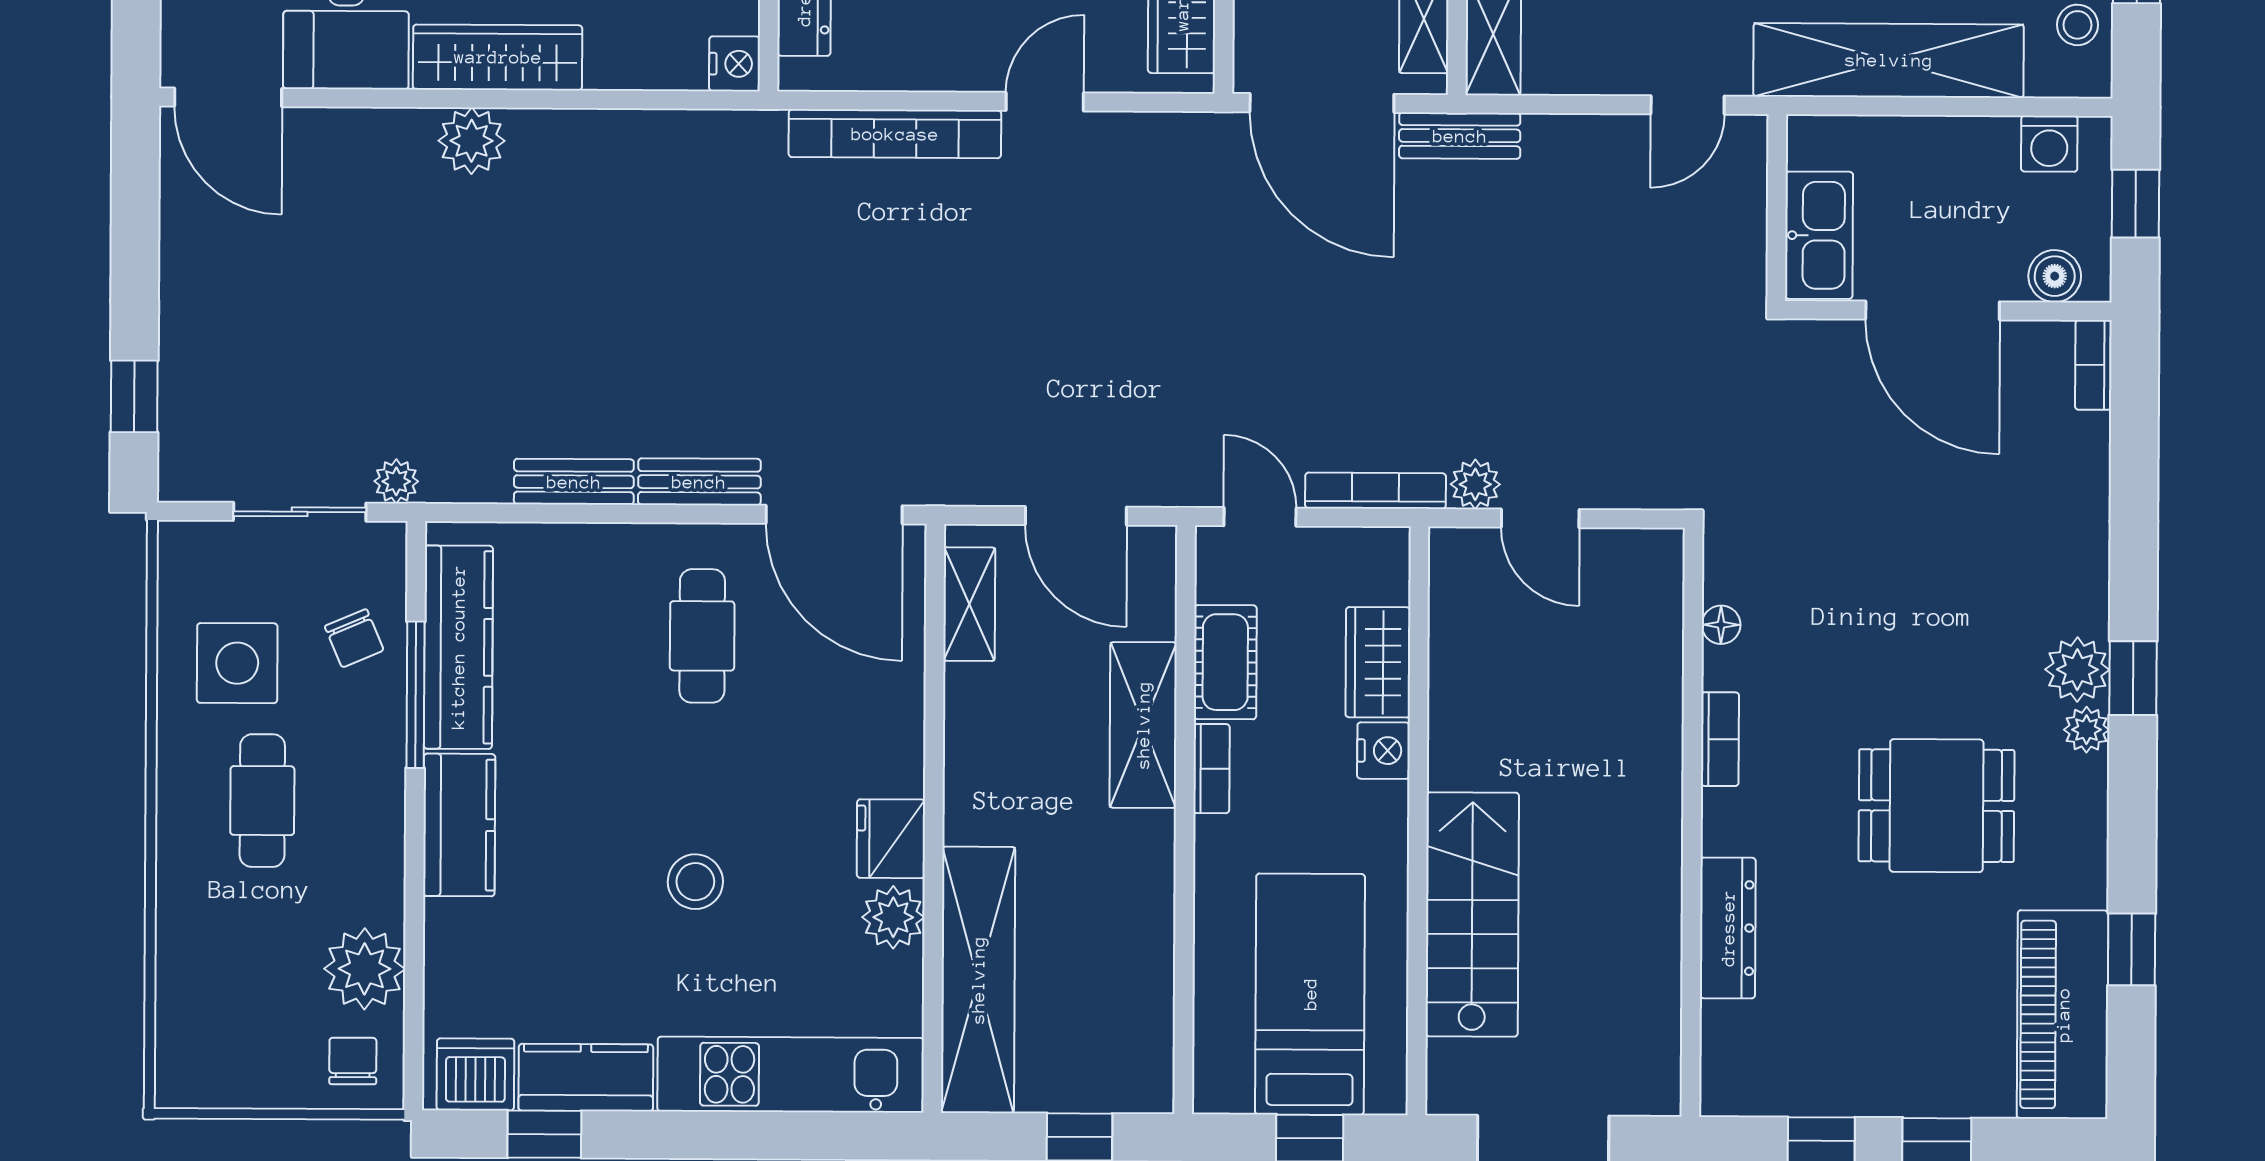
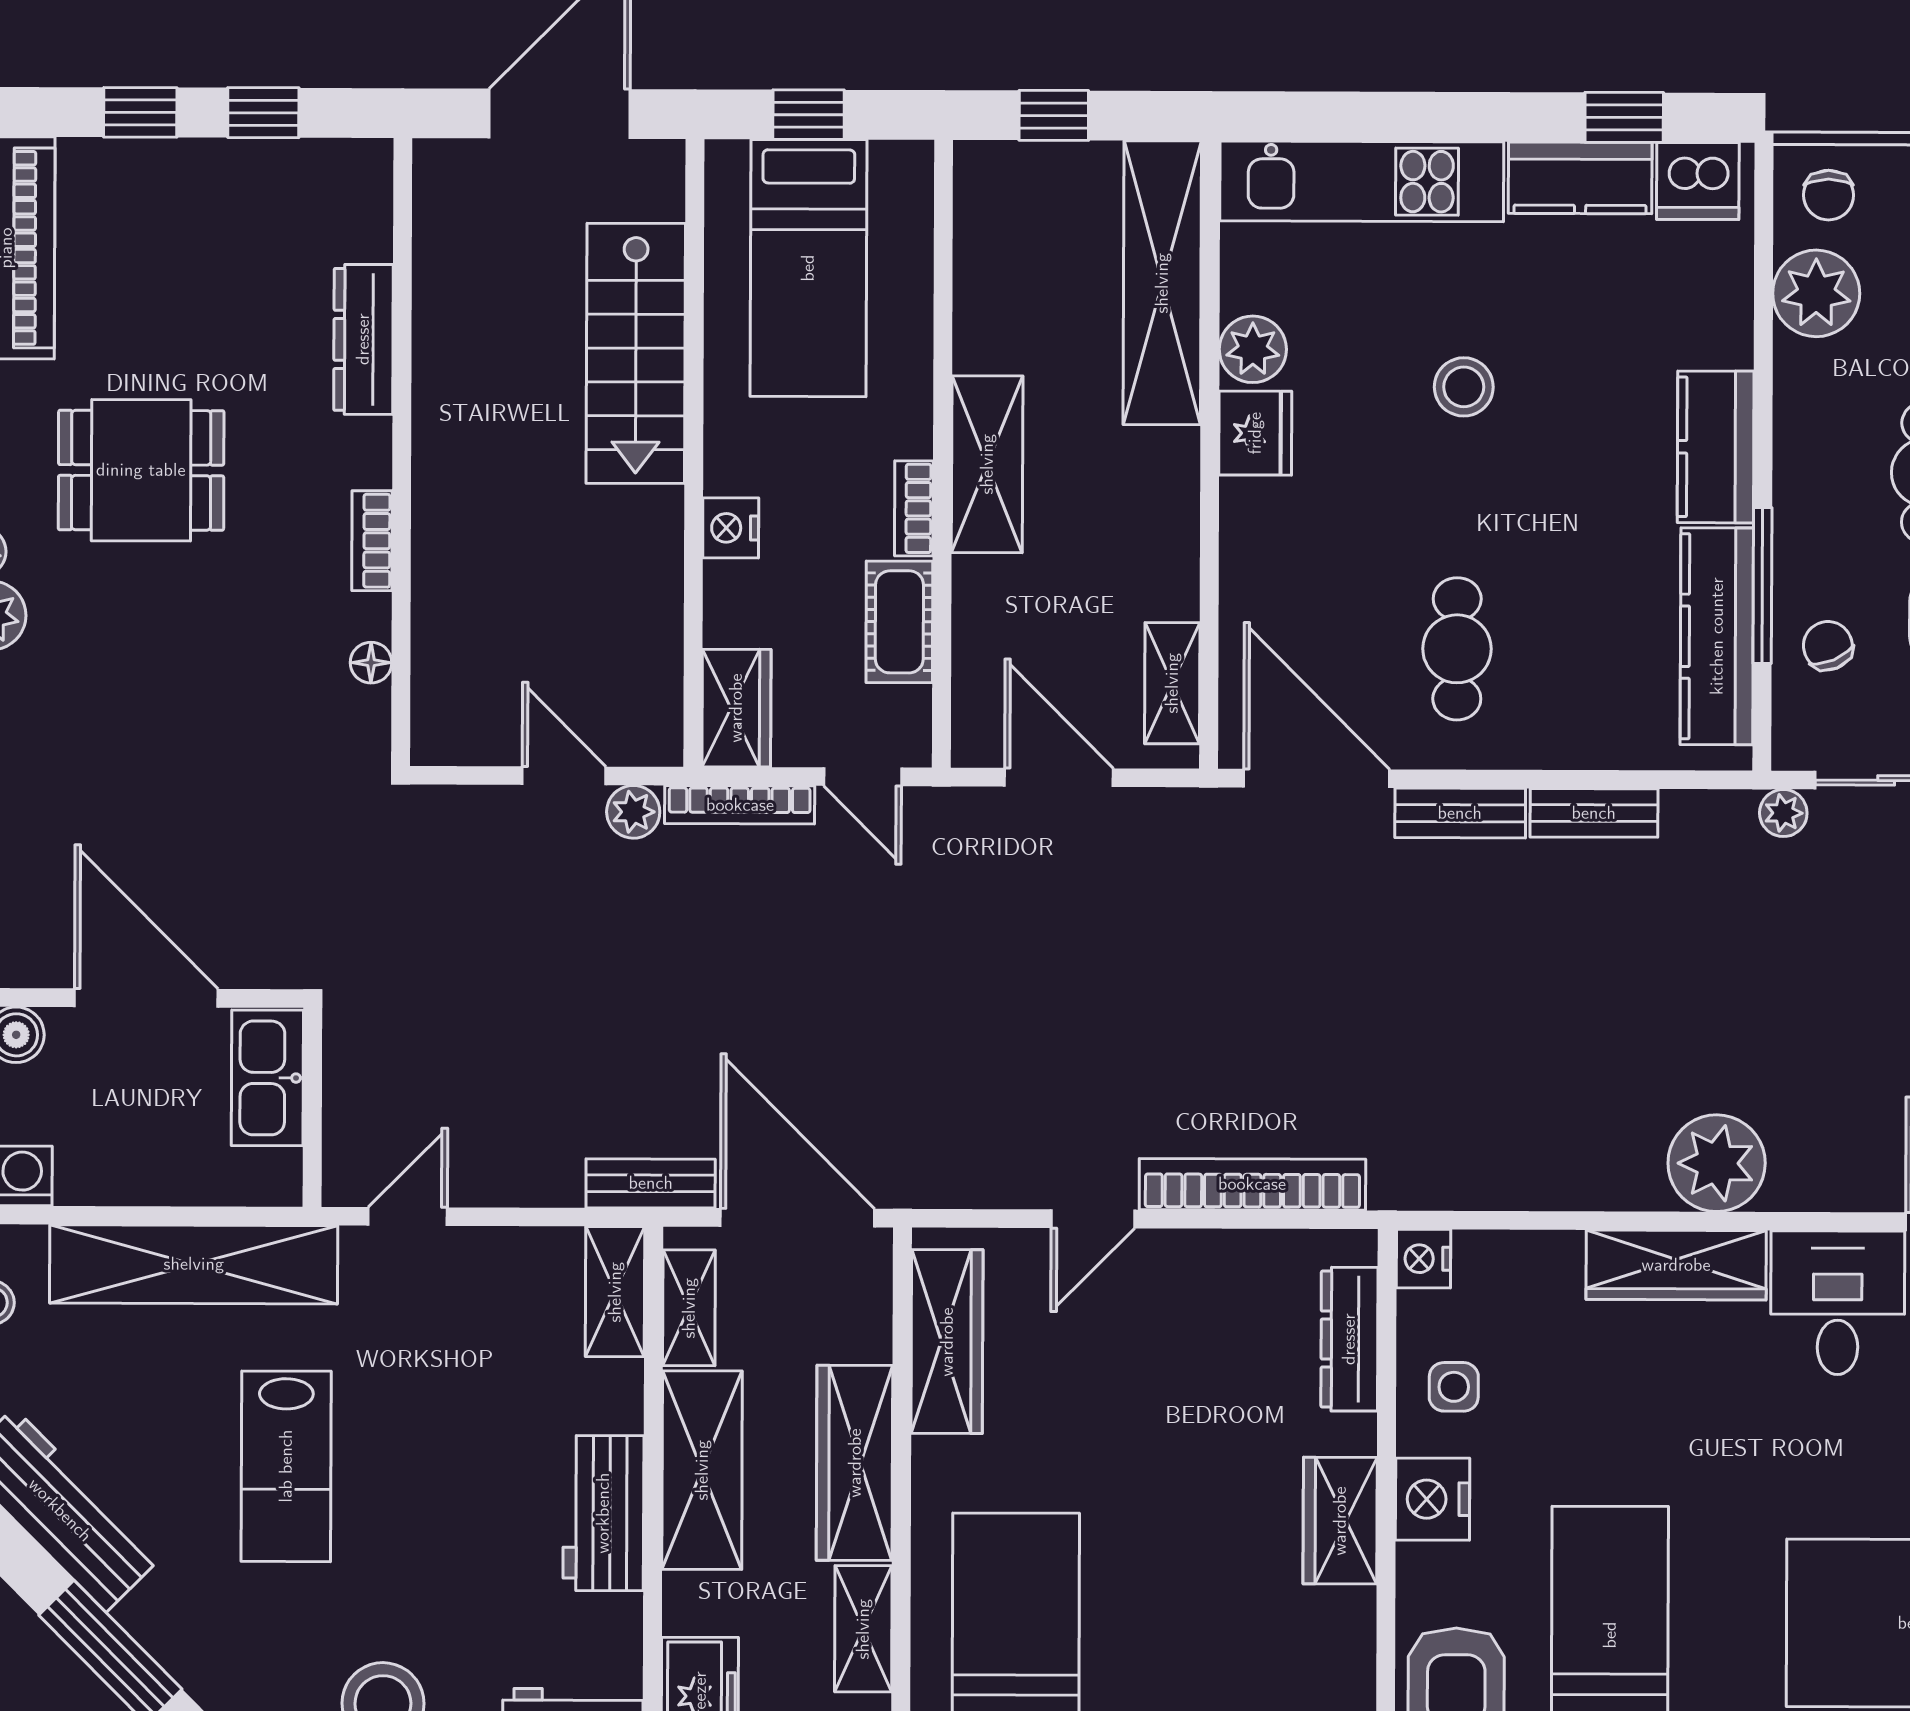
plant: (472, 141) -> (1717, 1163), width x1.36, depth x1.36
wardrobe: (1378, 662) -> (736, 708), moved
shelving: (1143, 725) -> (987, 464), moved

